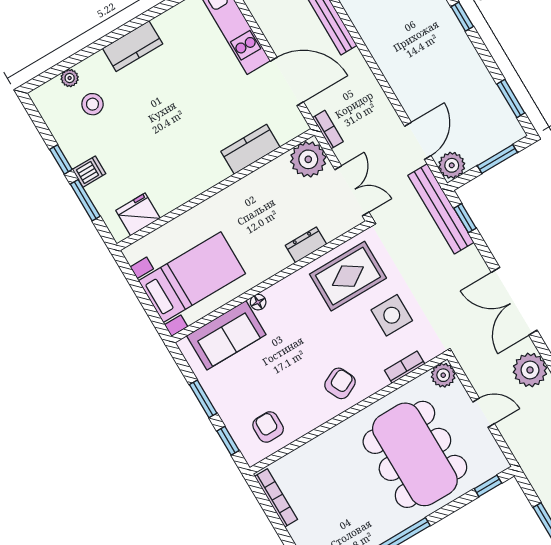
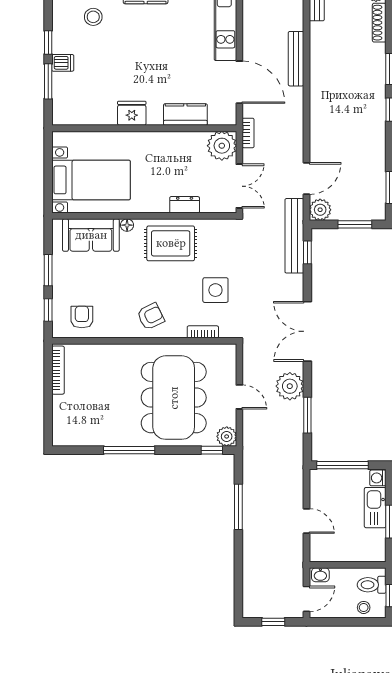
fridge: (138, 214) -> (132, 113), moved
rug: (348, 276) -> (171, 243), moved
plant: (443, 375) -> (227, 436), moved

